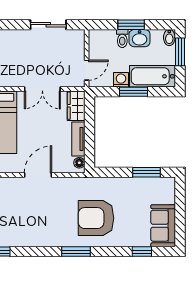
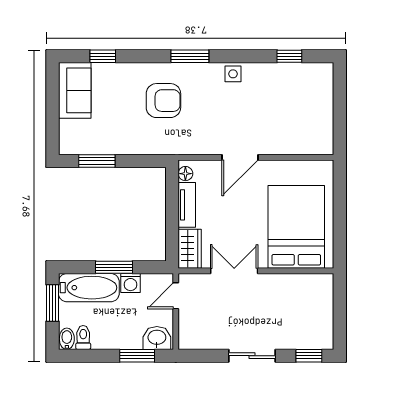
sliding door: (48, 25) -> (252, 356), moved
window: (131, 25) -> (137, 356), moved
toilet: (122, 38) -> (83, 337), moved
washbasin: (140, 38) -> (157, 338), moved
window: (180, 52) -> (52, 303), moved
armchair: (96, 218) -> (163, 101), width x0.73, depth x0.73
side table: (43, 238) -> (233, 74), added

